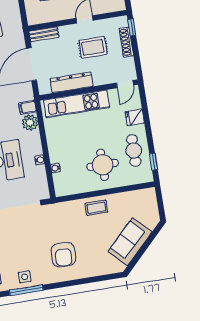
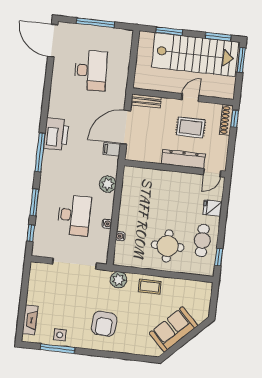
shoe rack: (126, 42) -> (226, 120), moved
dresser: (72, 82) -> (183, 159), moved
kitchen unit: (77, 104) -> (159, 179), removed
filing cabinet: (27, 107) -> (112, 149), moved
plant: (65, 210) -> (119, 280), added

